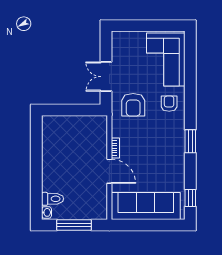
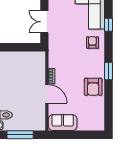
armchair: (133, 105) -> (93, 87), moved
window: (190, 198) -> (109, 25), moved
sofa: (146, 206) -> (63, 123), width x0.54, depth x0.79

